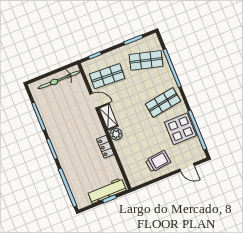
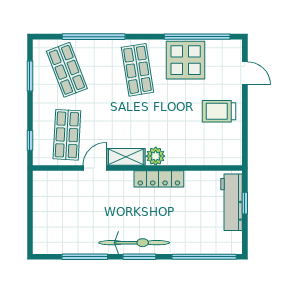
shop shelf: (146, 60) -> (67, 70), turned -36
bicycle: (59, 80) -> (134, 243), moved, turned -90
locker: (105, 147) -> (159, 179), width x1.53
trolley: (158, 161) -> (219, 111), turned -83
door: (187, 167) -> (245, 73), hinge flipped

